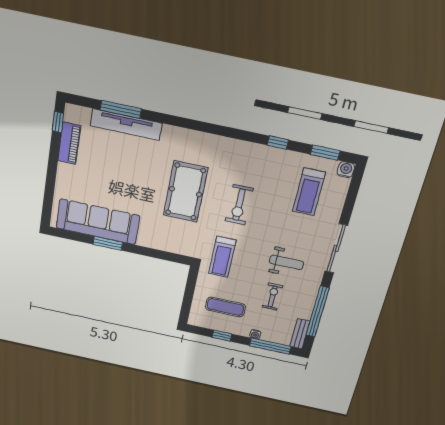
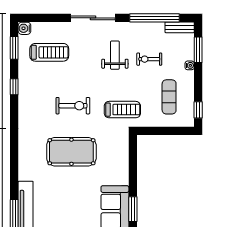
window: (222, 336) -> (198, 110), moved
window: (270, 346) -> (198, 50), width x0.69

